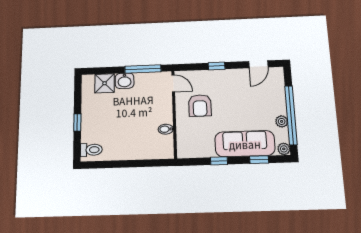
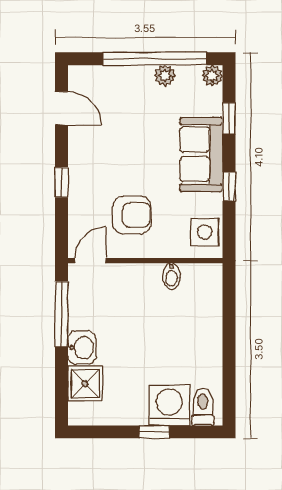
washing machine: (92, 130) -> (169, 405), added
sofa: (245, 144) -> (201, 154), width x0.73
side table: (192, 147) -> (205, 232), added

